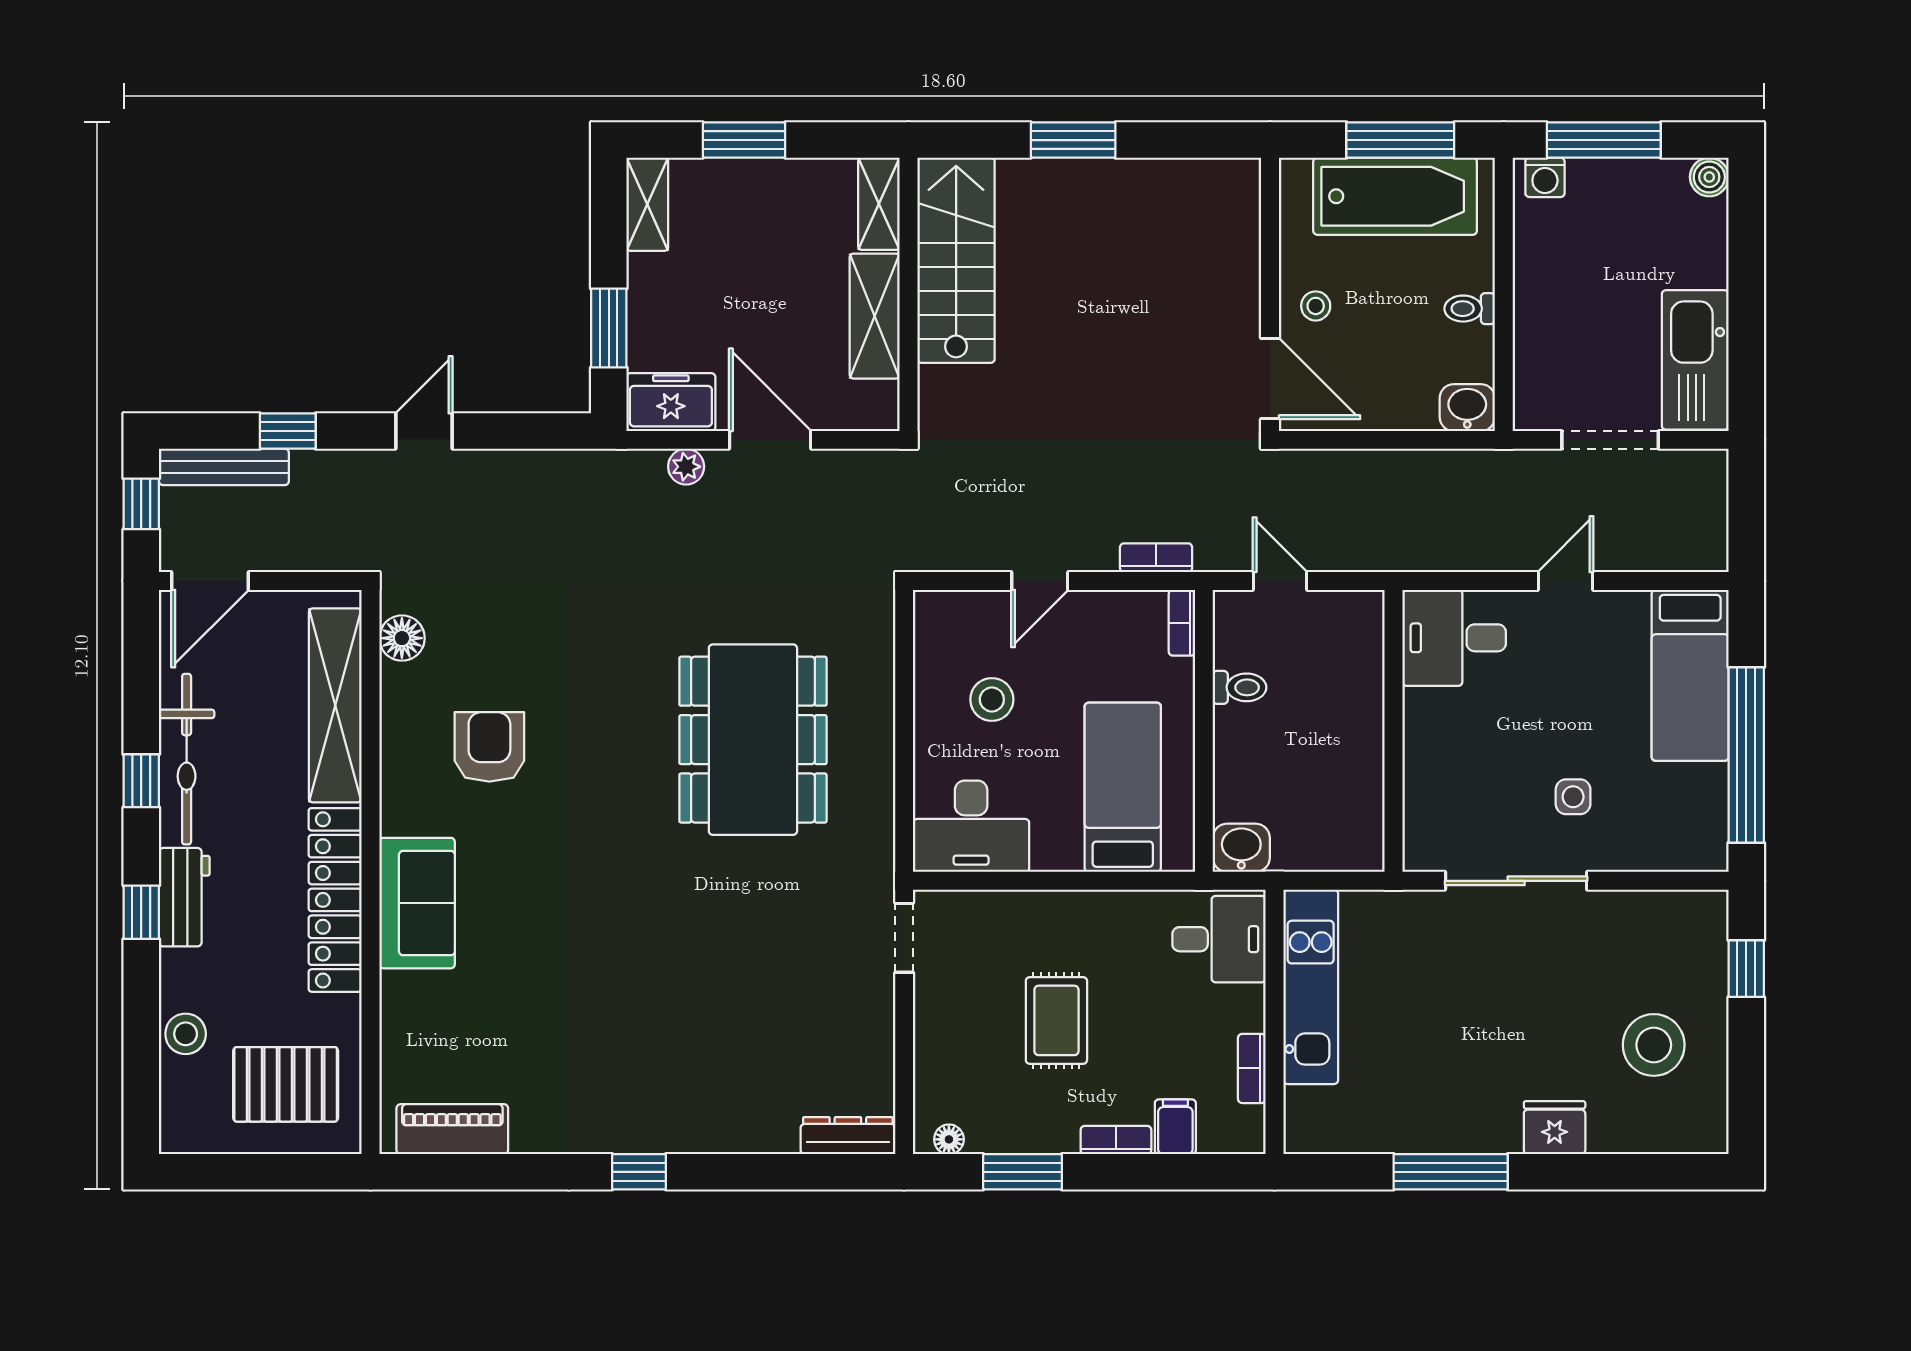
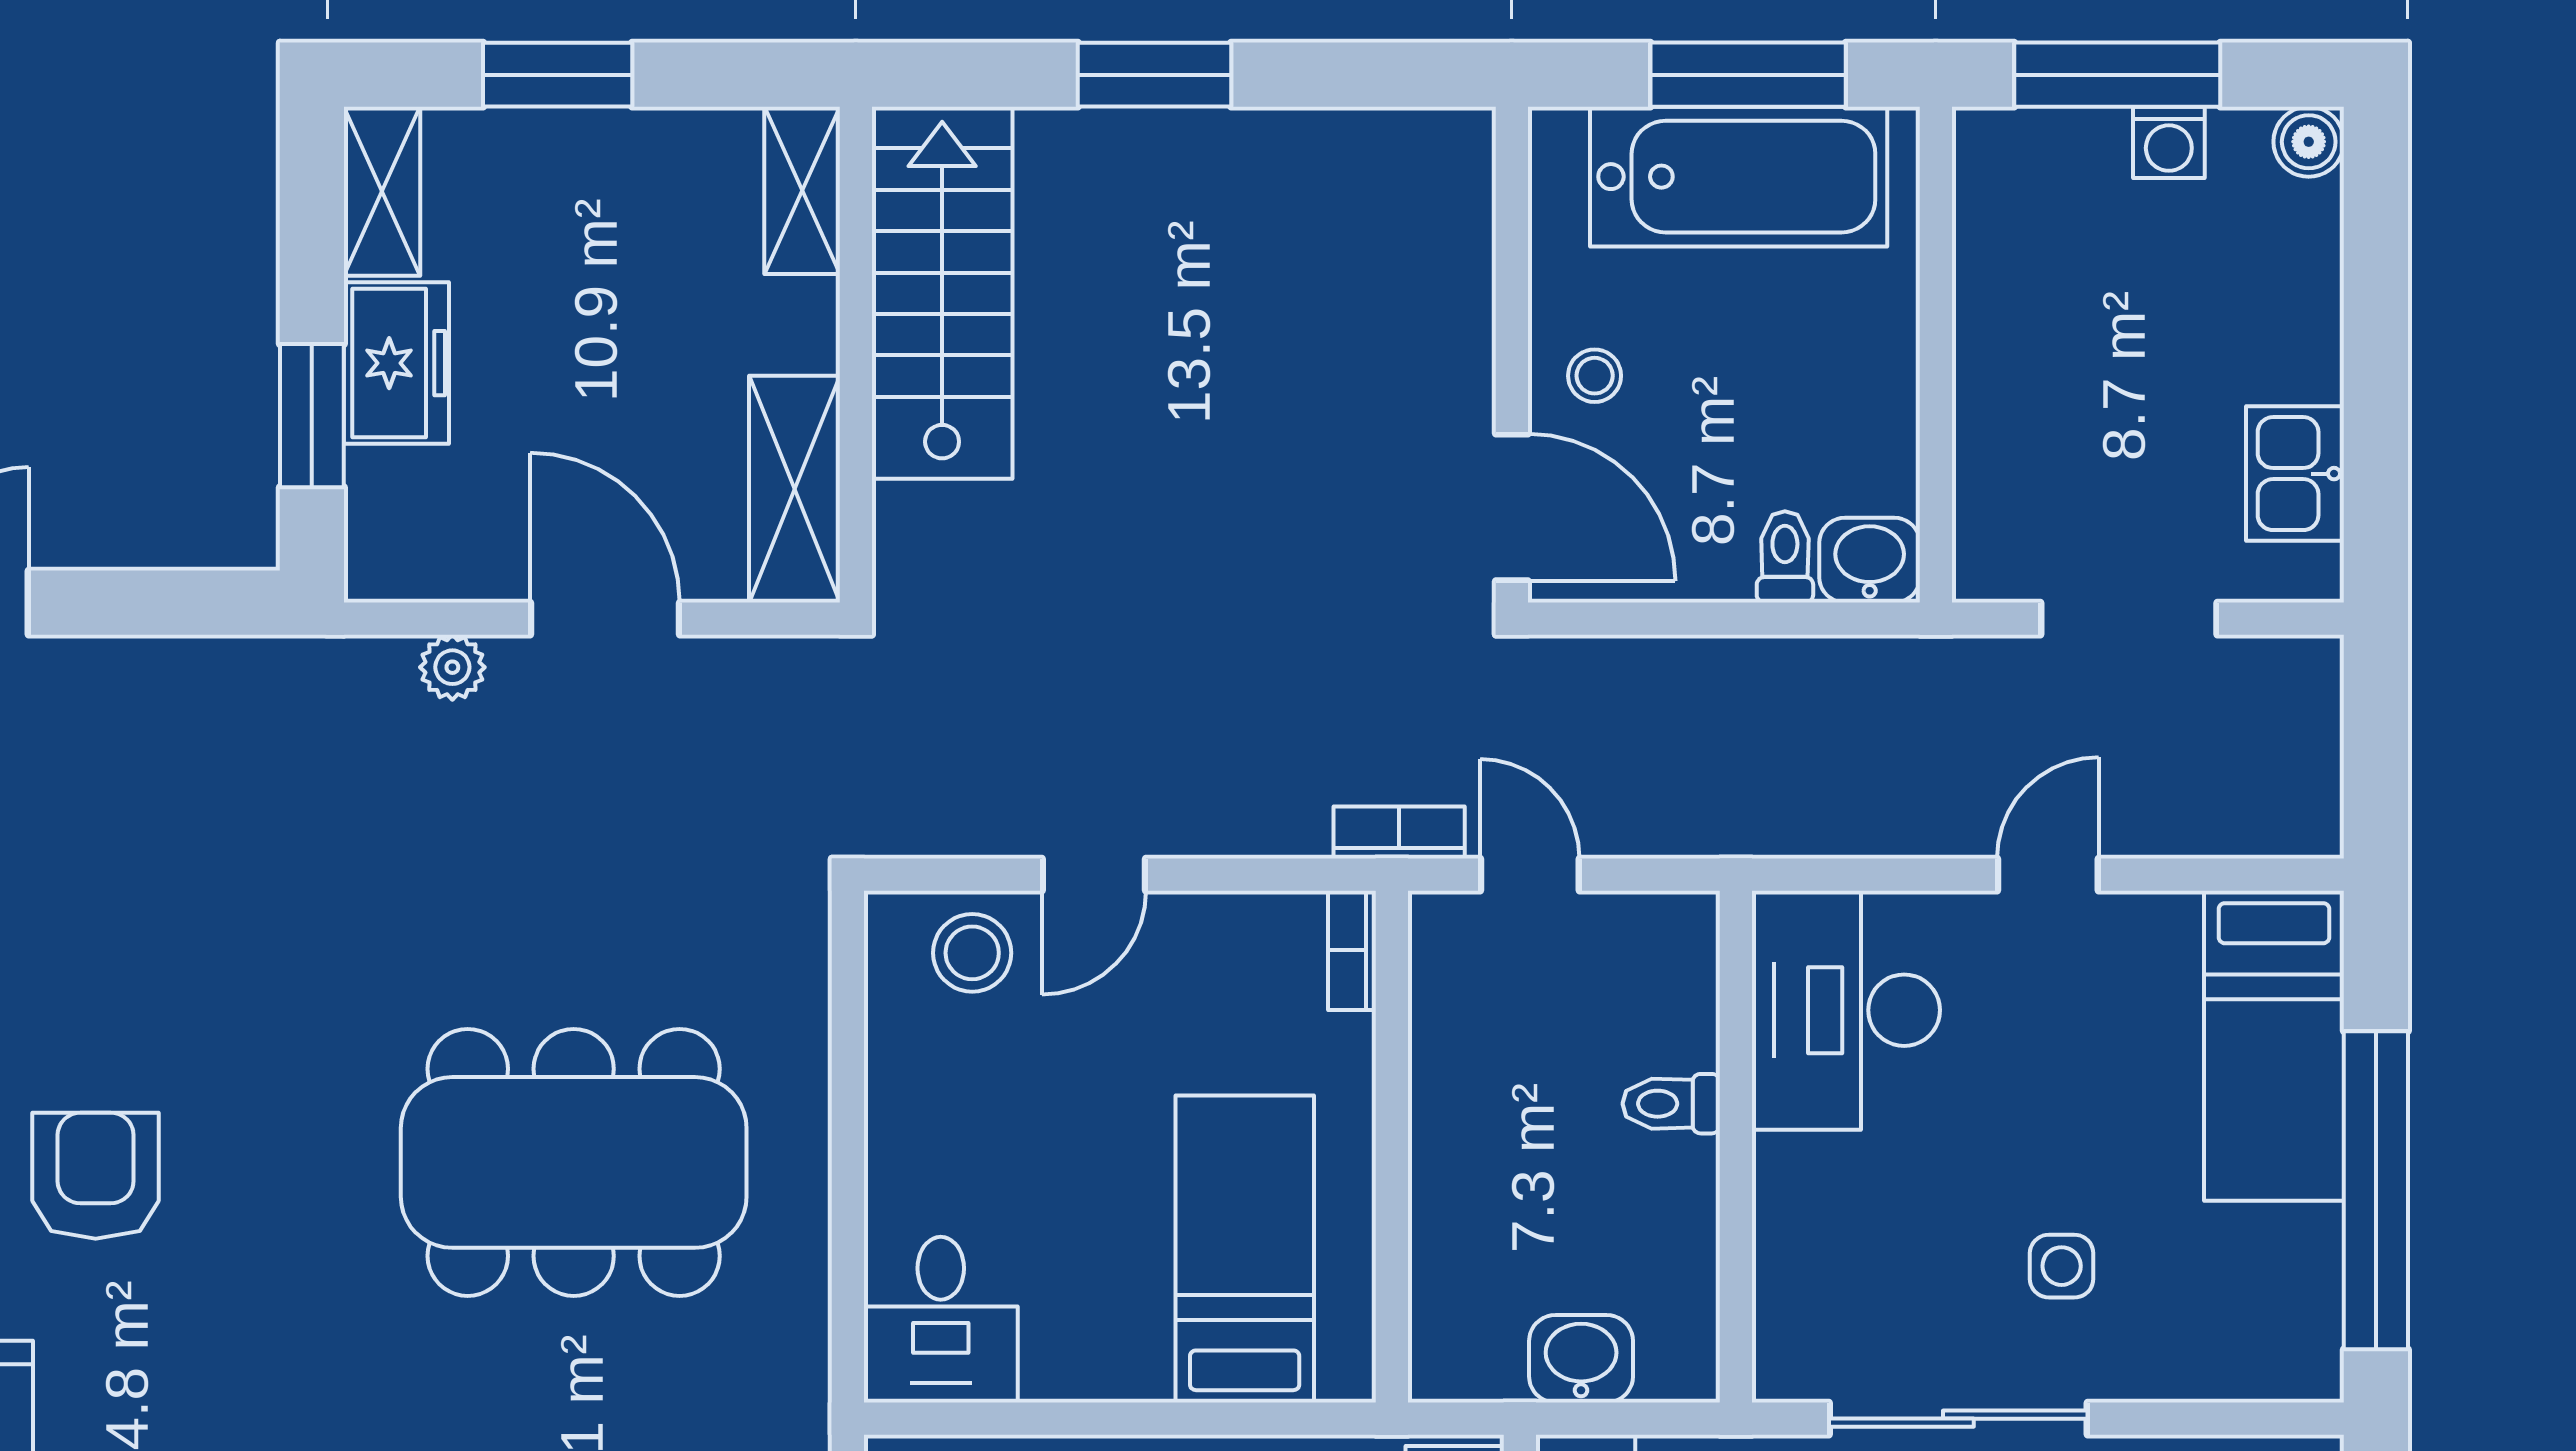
washing machine: (1545, 177) -> (2169, 142), moved
toilet: (1470, 309) -> (1785, 557), moved, turned 90
shelving: (875, 316) -> (794, 489), moved
kitchen sink: (1695, 360) -> (2295, 474), width x0.53, depth x0.81
freezer: (671, 402) -> (396, 363), moved, turned 90
bookcase: (1156, 558) -> (1399, 832), moved
desk: (1454, 638) -> (1846, 1010), width x1.37
toilet: (1240, 687) -> (1671, 1104), moved, turned 180
stool: (992, 699) -> (972, 953), moved
dining table: (753, 740) -> (574, 1162), turned 90
desk: (971, 826) -> (941, 1320), width x0.73
washbasin: (1241, 848) -> (1581, 1359), moved

